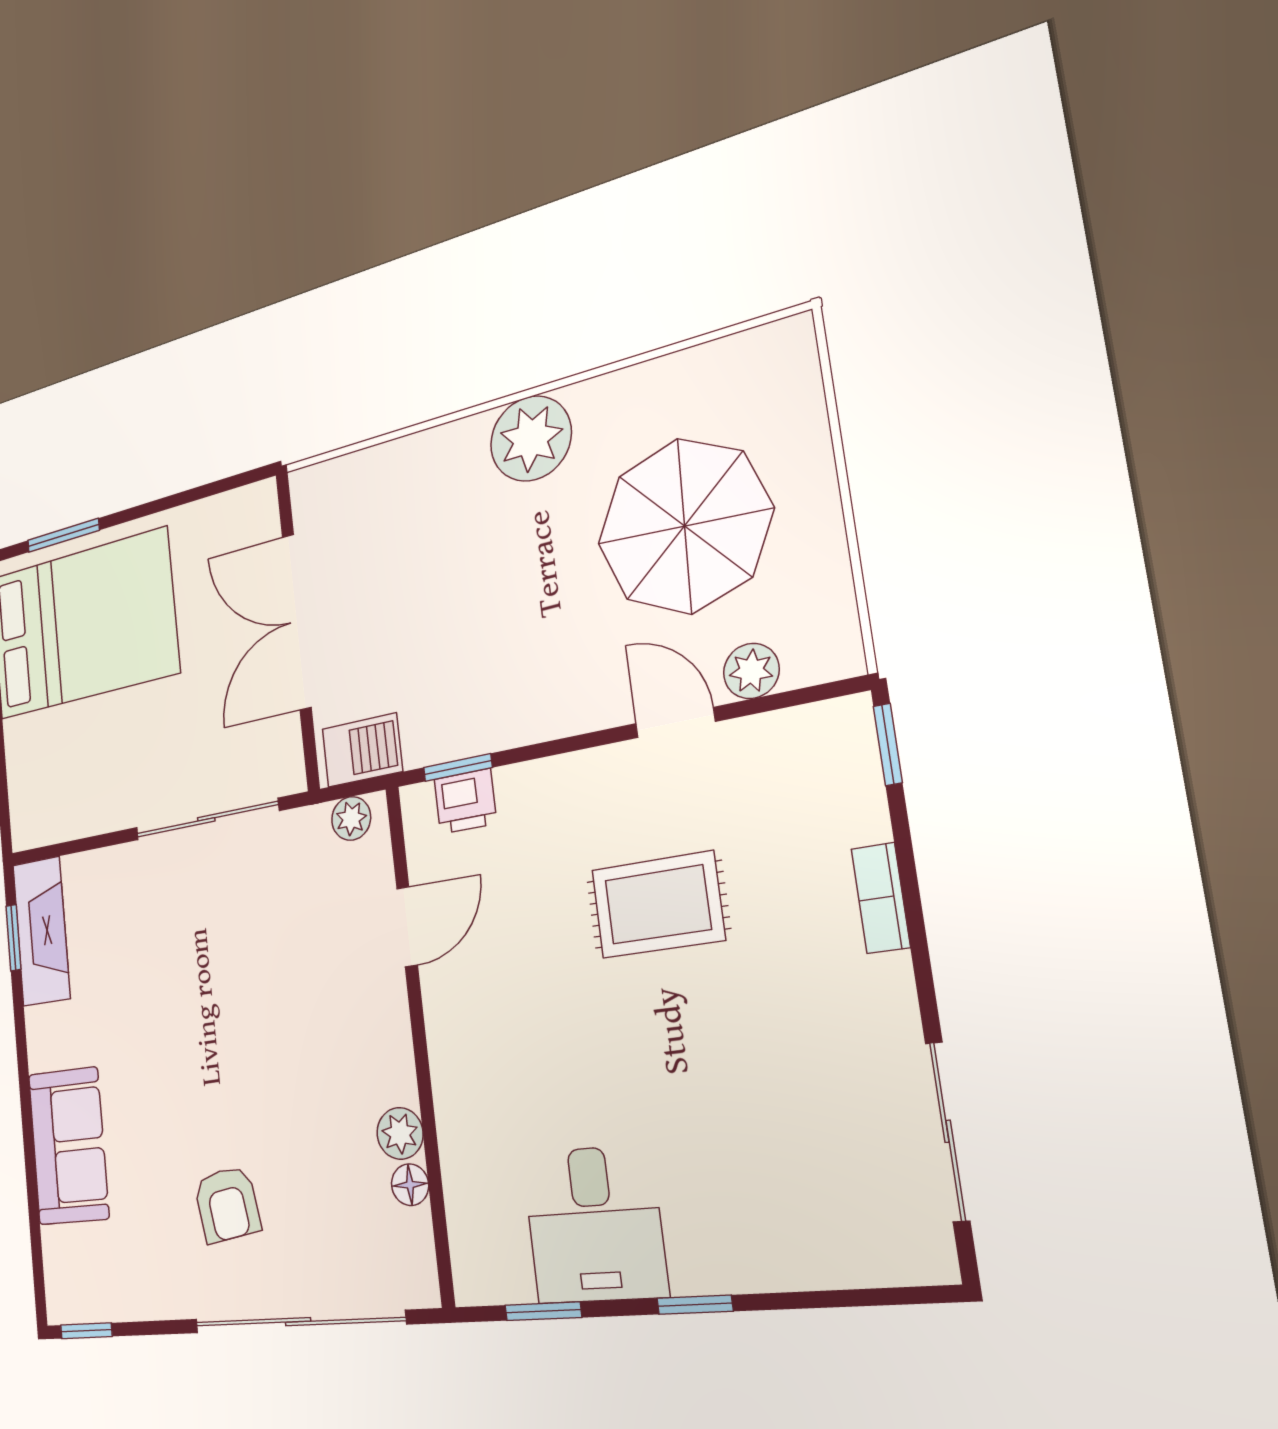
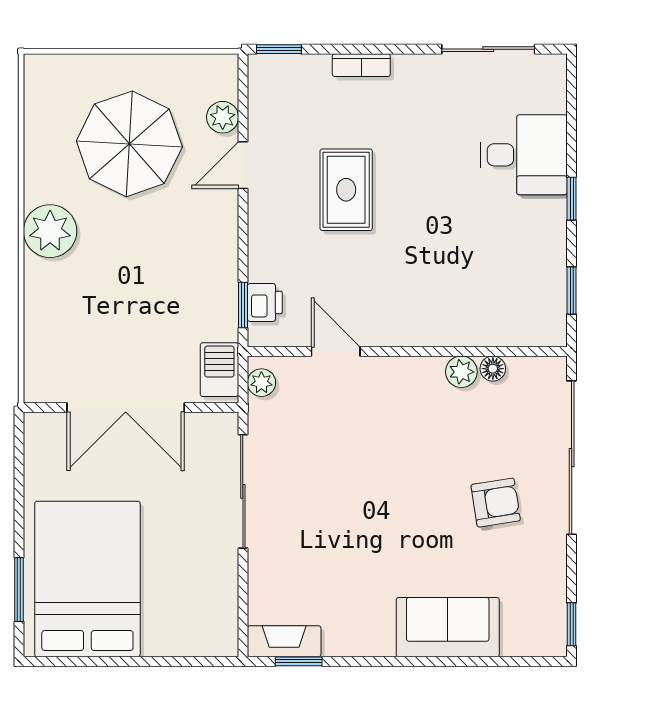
fireplace: (41, 931) -> (284, 641), width x0.73, depth x0.76
desk: (594, 1224) -> (524, 155), moved

